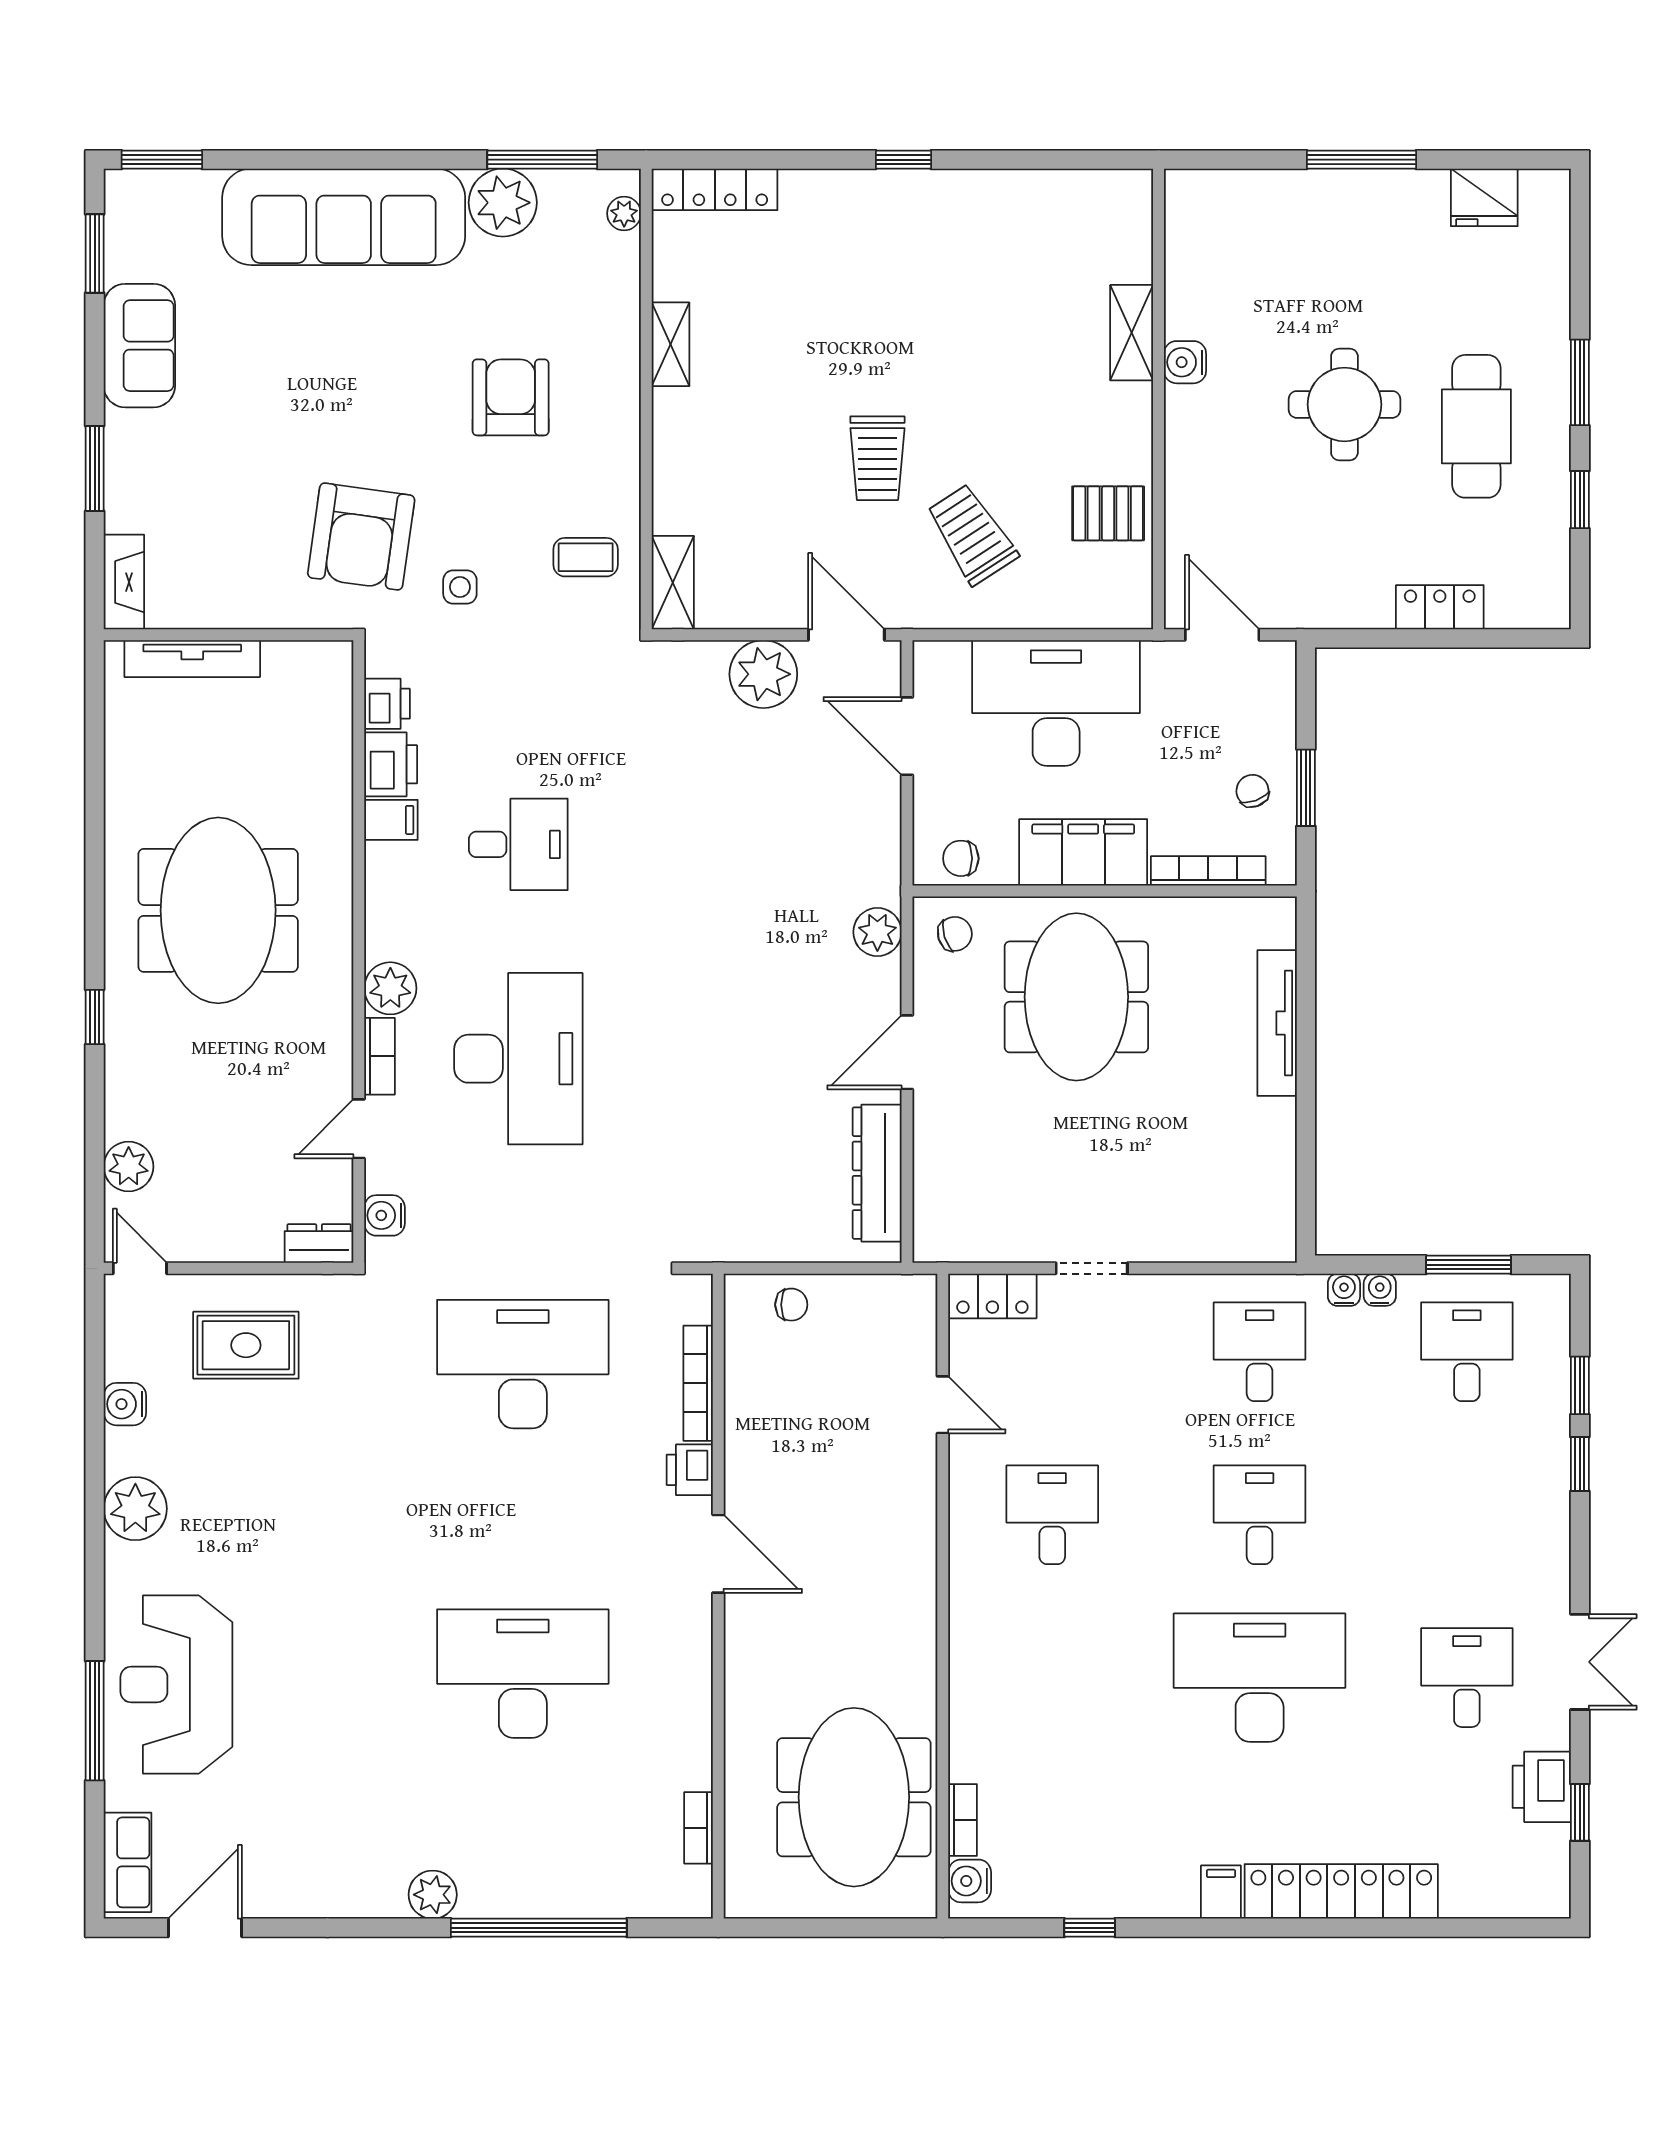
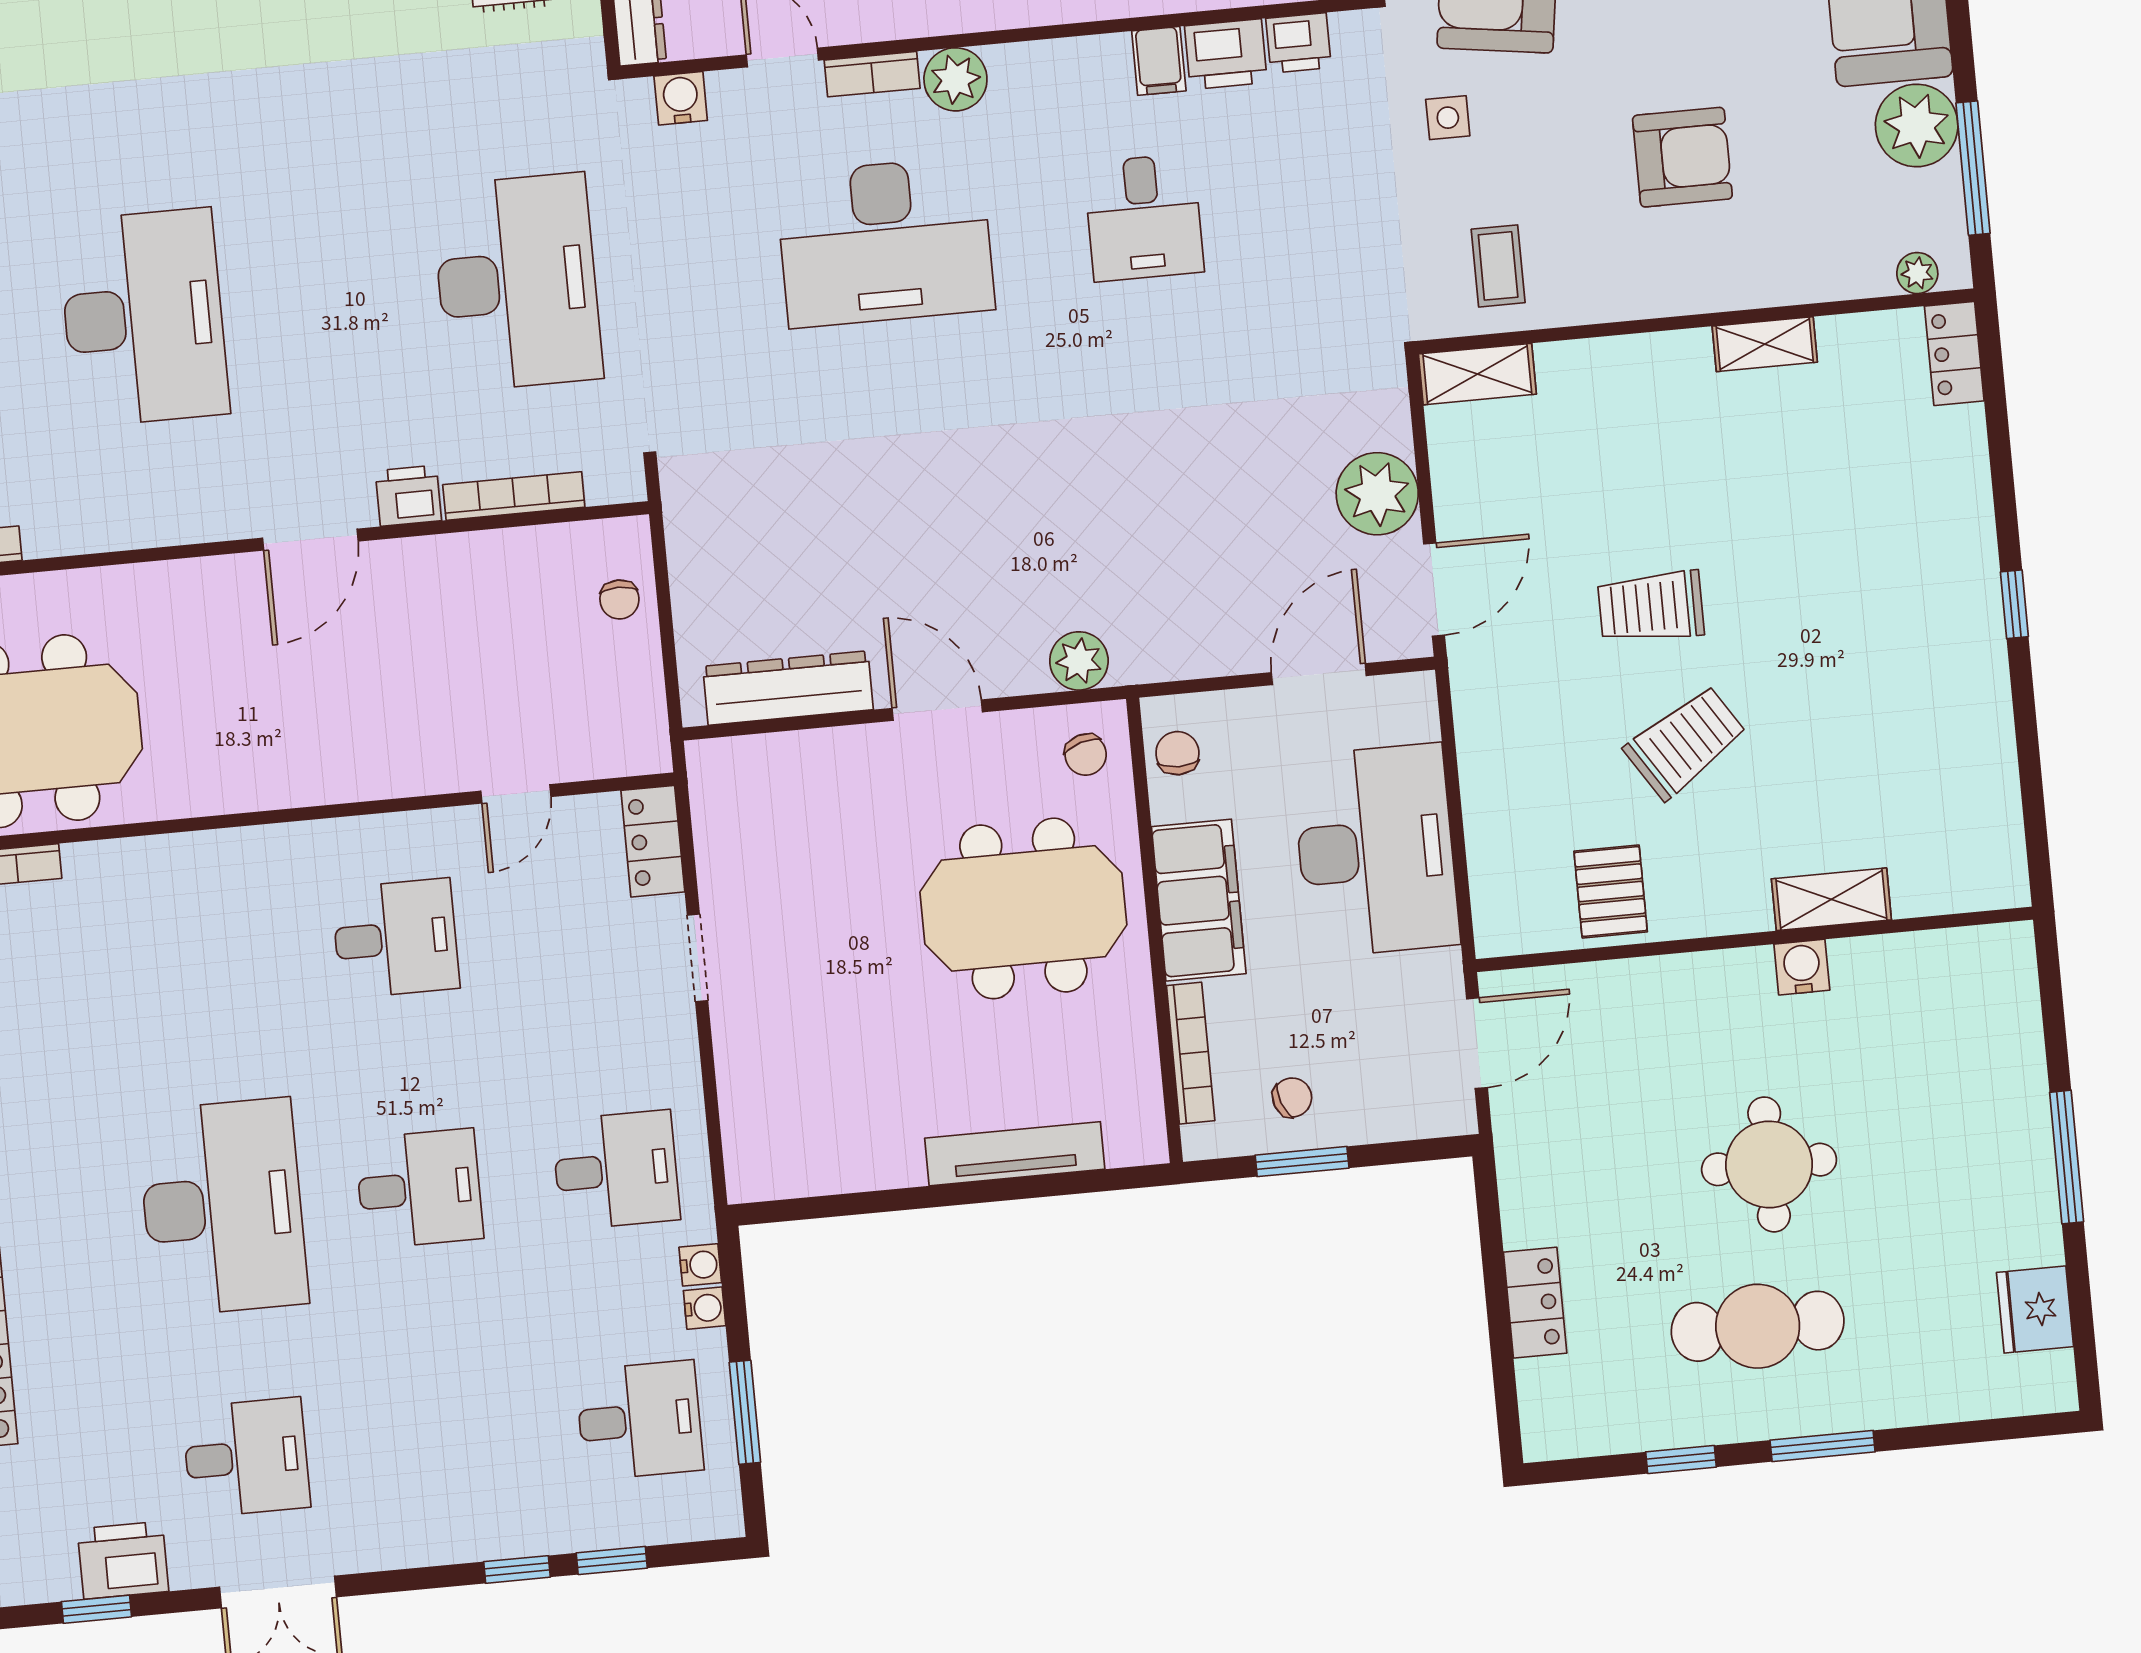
locker: (715, 189) -> (1954, 353), width x0.66
trolley: (972, 534) -> (1685, 742), moved

